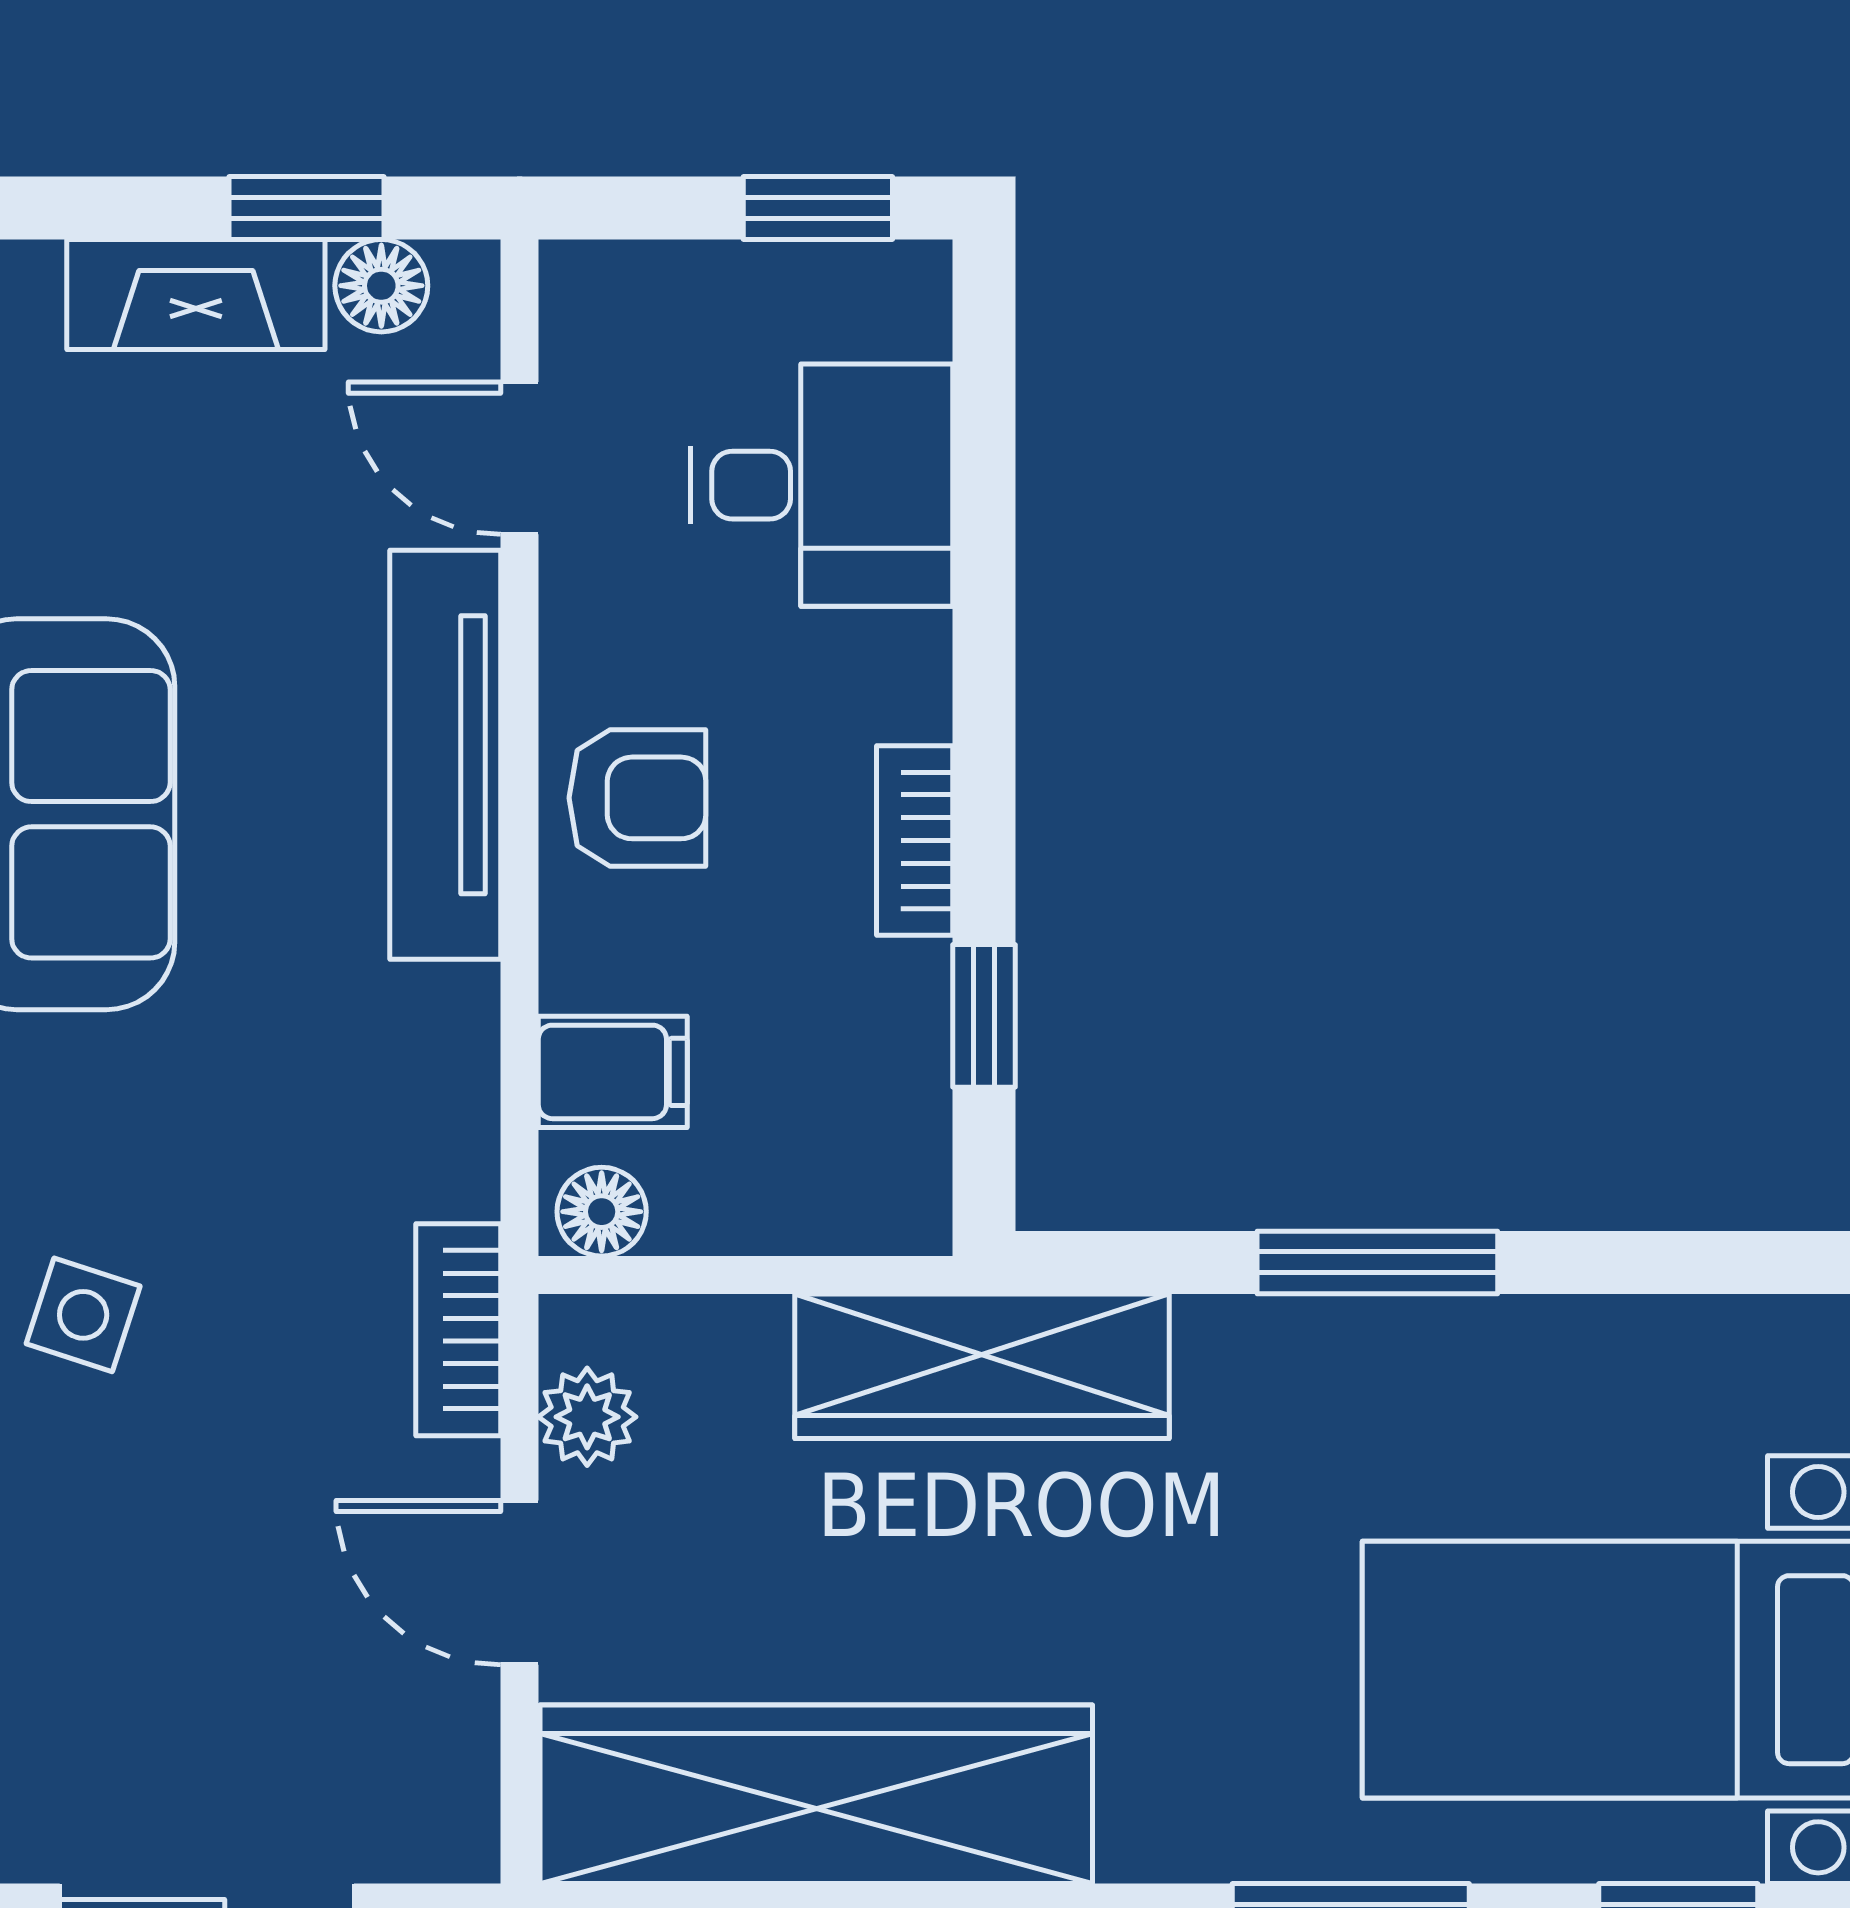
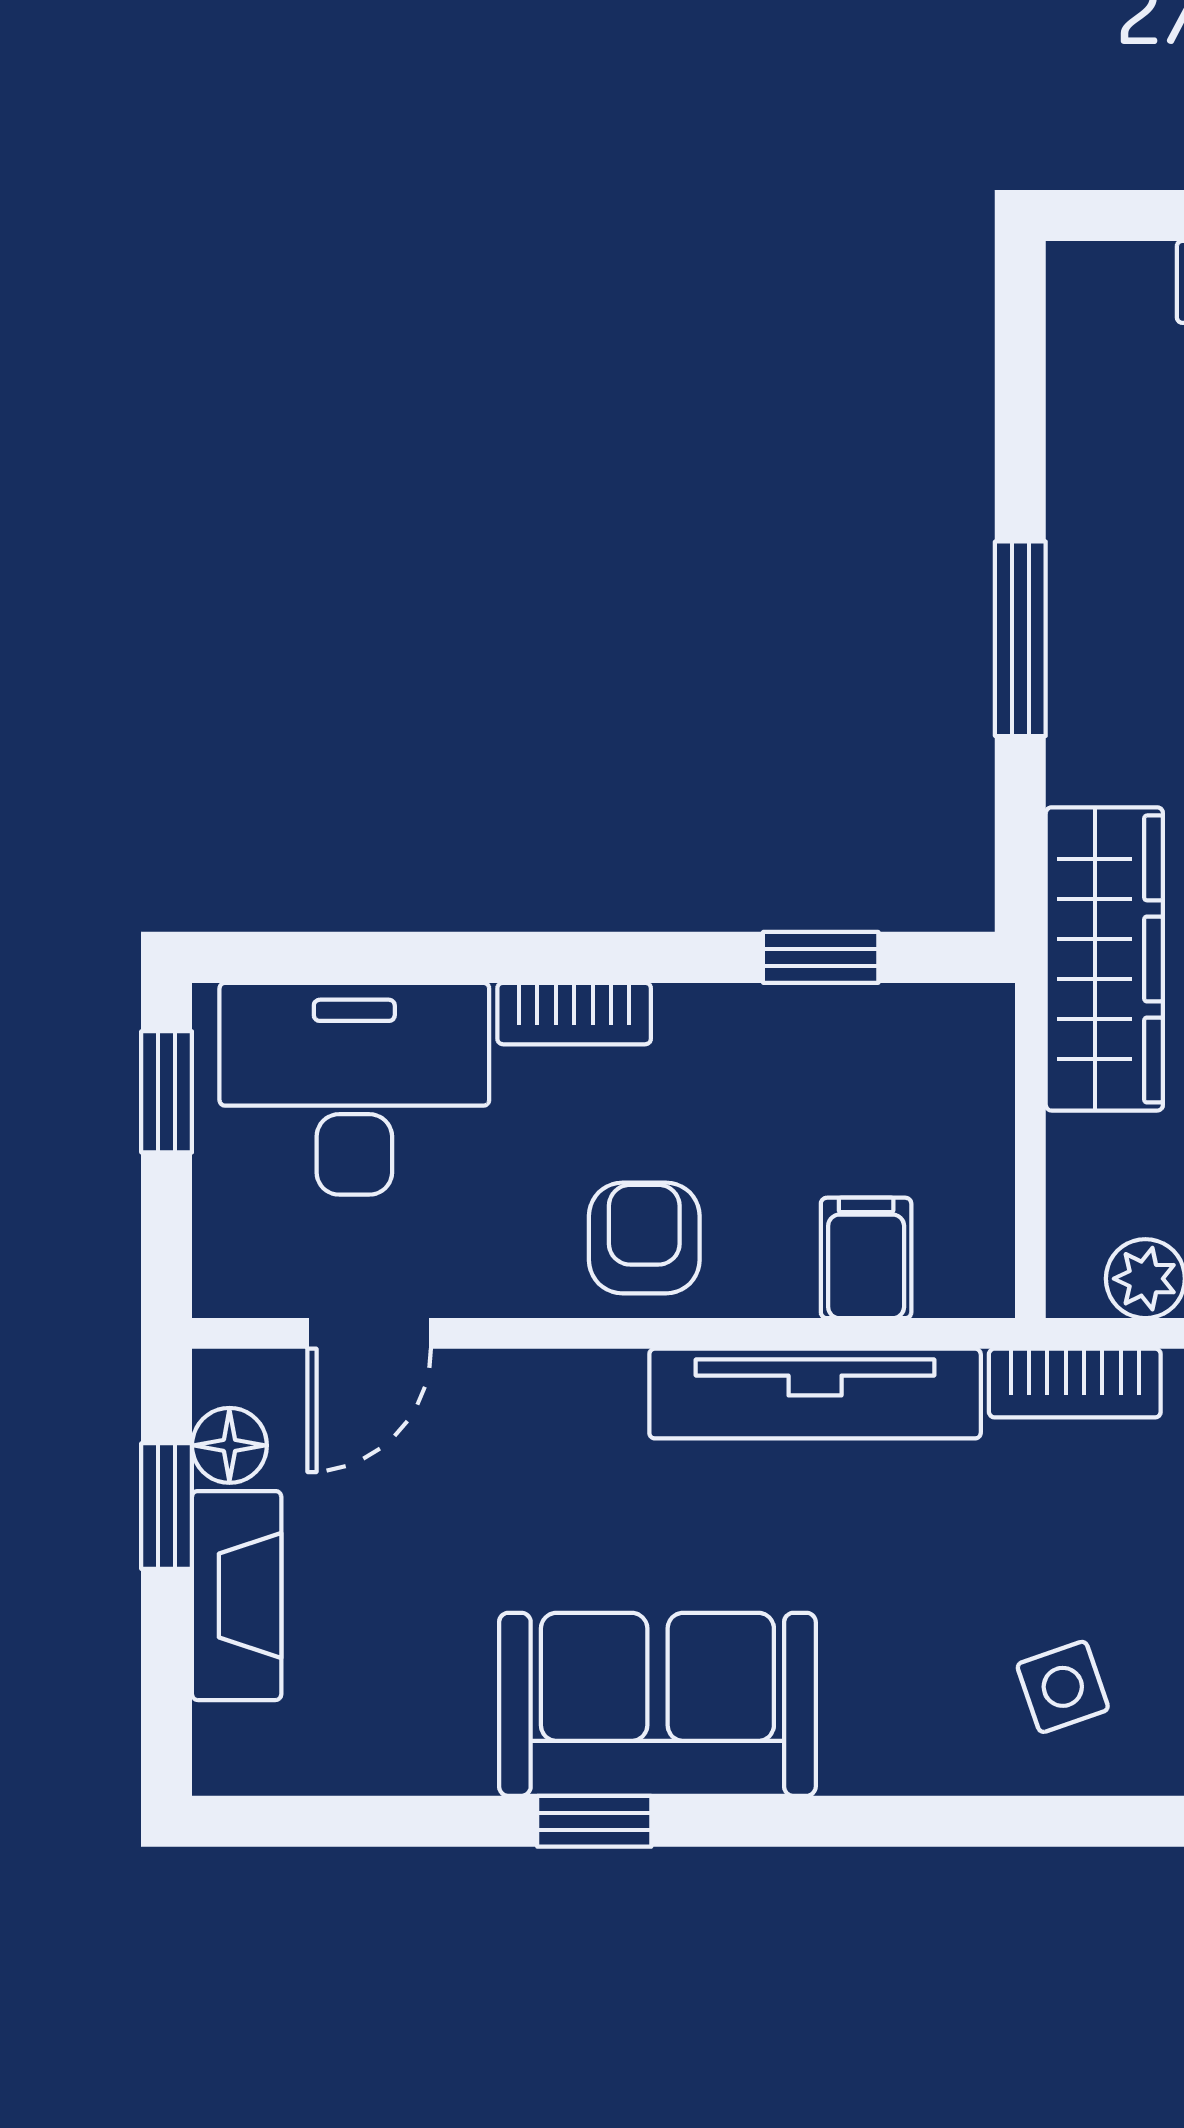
desk: (822, 485) -> (354, 1089), width x1.37
tv unit: (445, 755) -> (815, 1394), moved
bookcase: (915, 840) -> (574, 1014), moved
floor lamp: (602, 1212) -> (979, 1267), removed
side table: (83, 1315) -> (1063, 1687), turned -37

